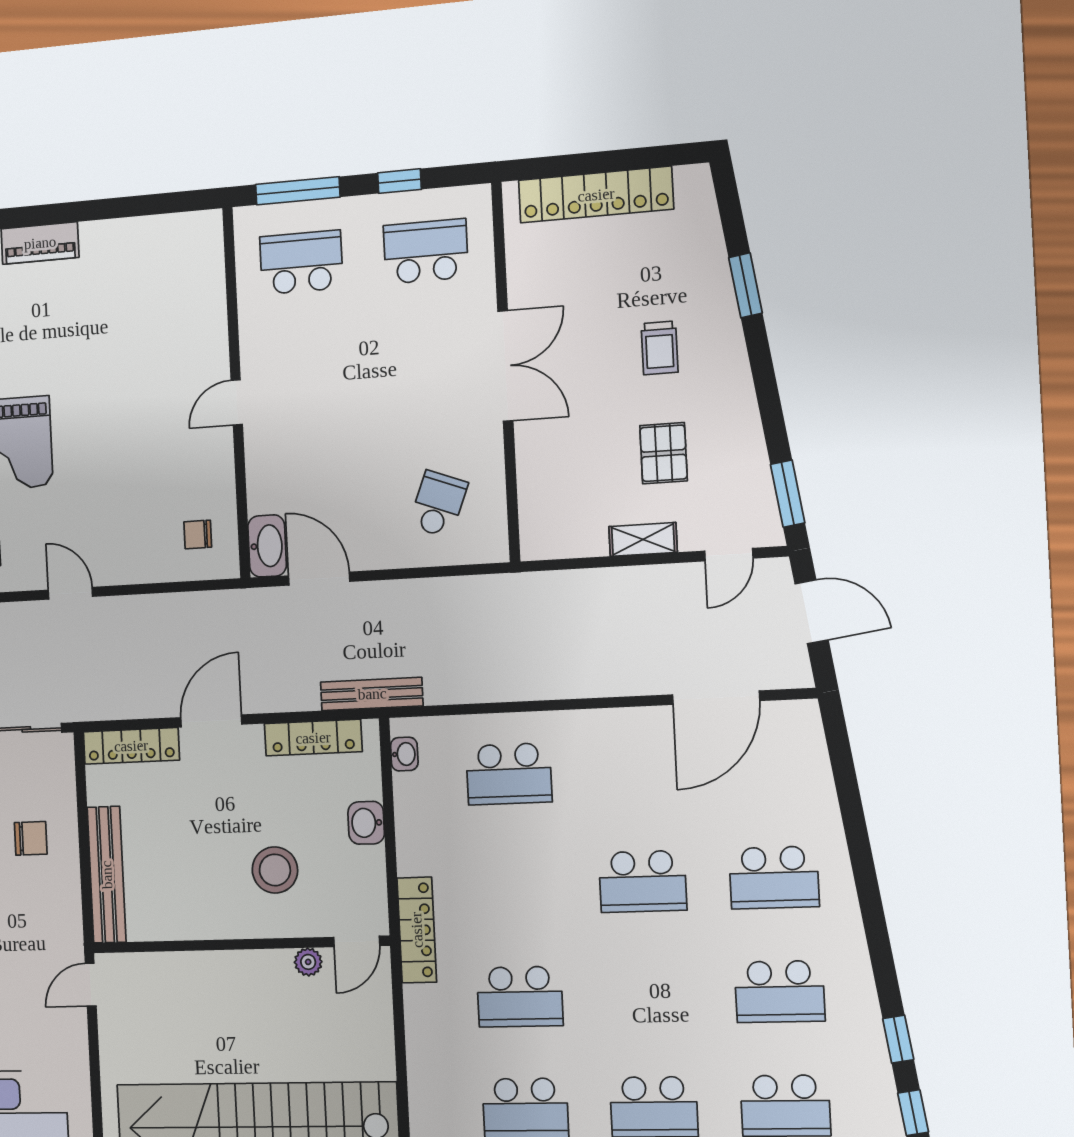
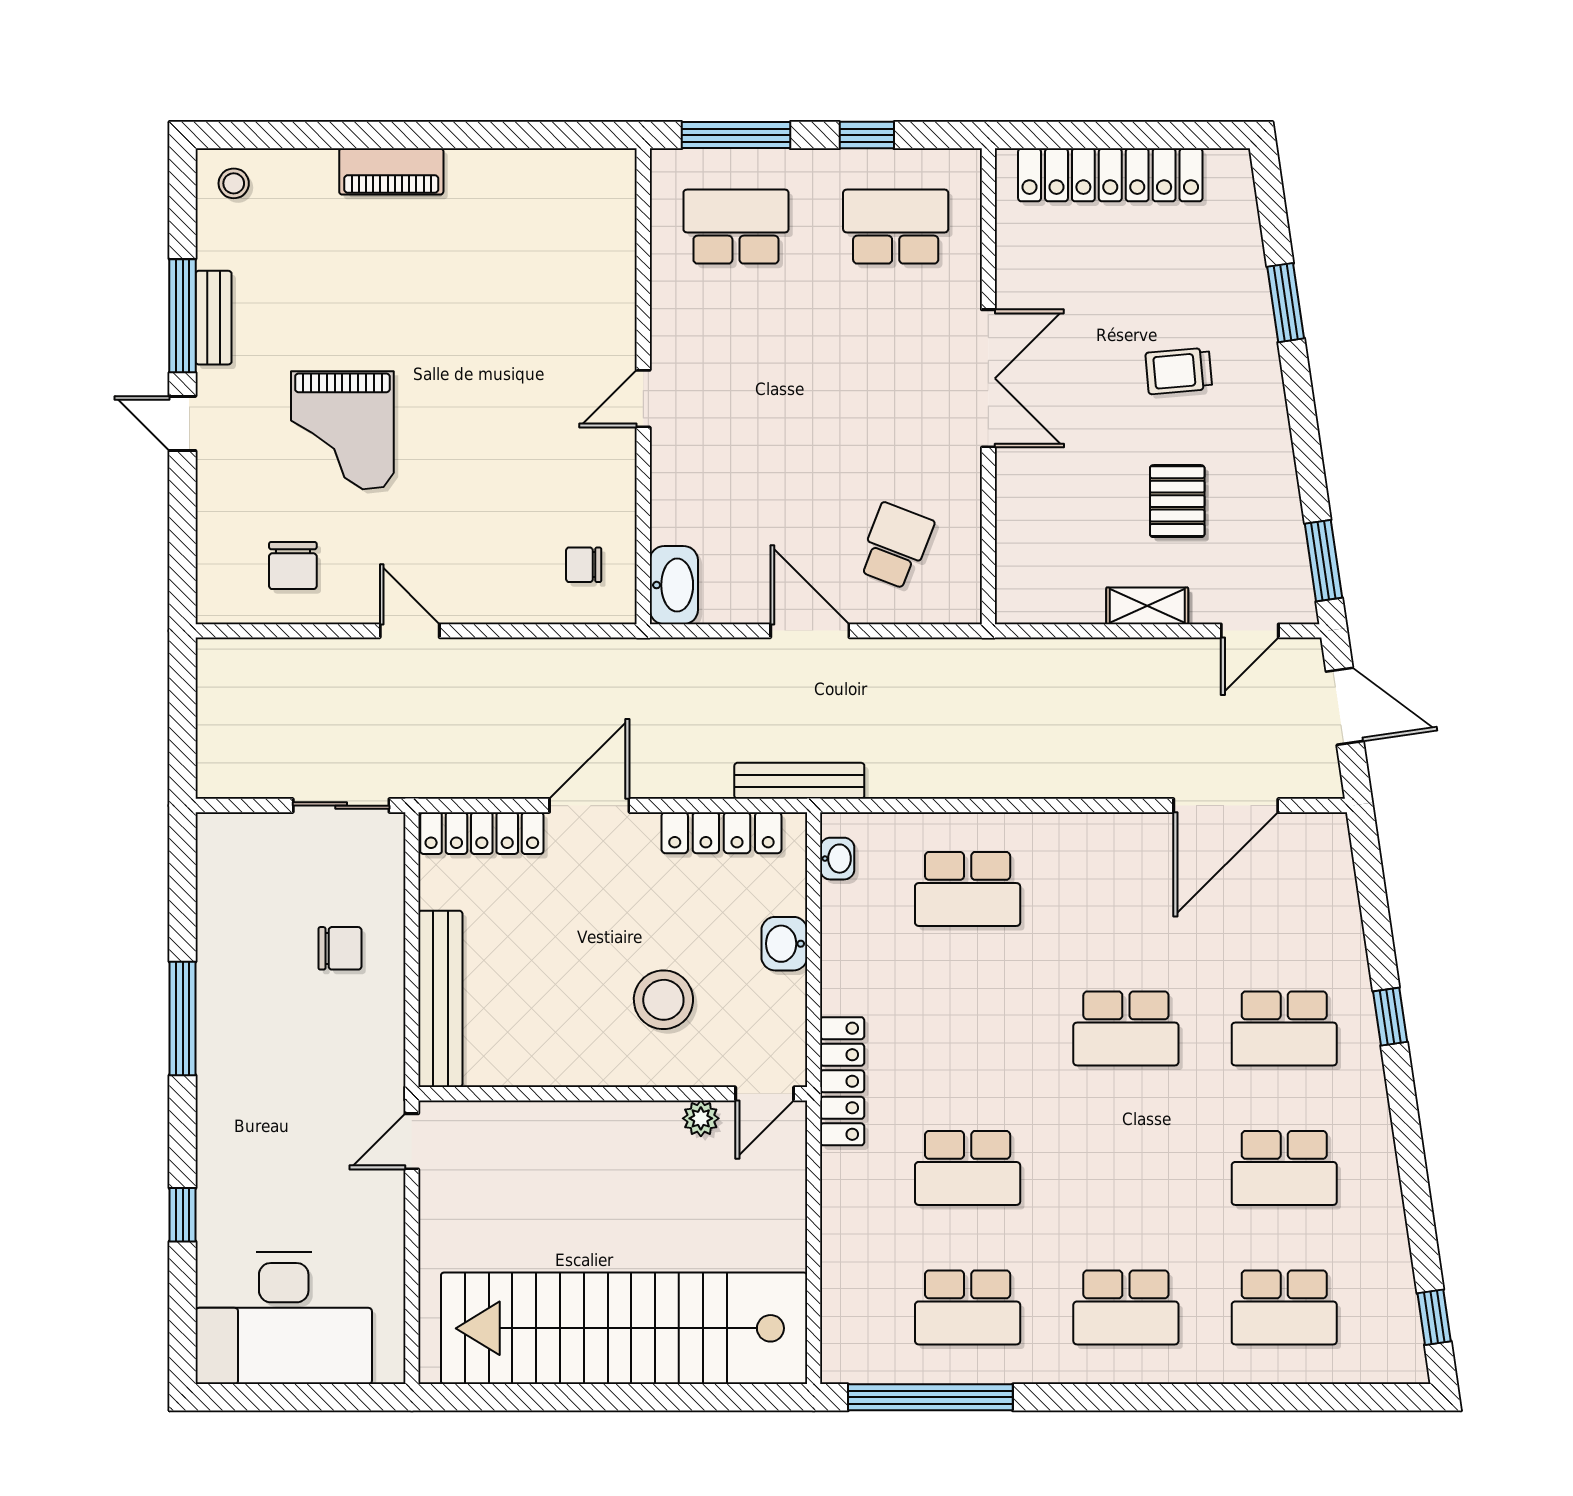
trolley: (660, 348) -> (1179, 371), turned 85
door: (319, 579) -> (810, 631), moved
window: (898, 1039) -> (1390, 1017), moved

